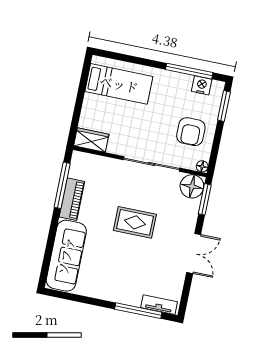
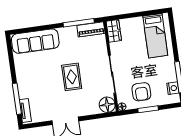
window: (224, 106) -> (148, 109), moved
armchair: (191, 132) -> (141, 92), turned -90
piano: (72, 199) -> (91, 29), moved
window: (205, 199) -> (102, 116), removed

